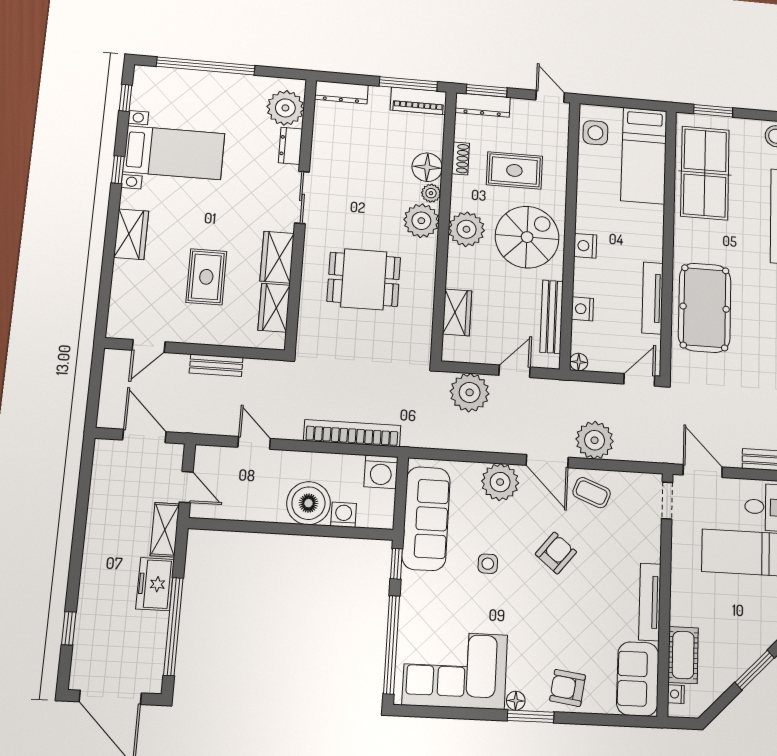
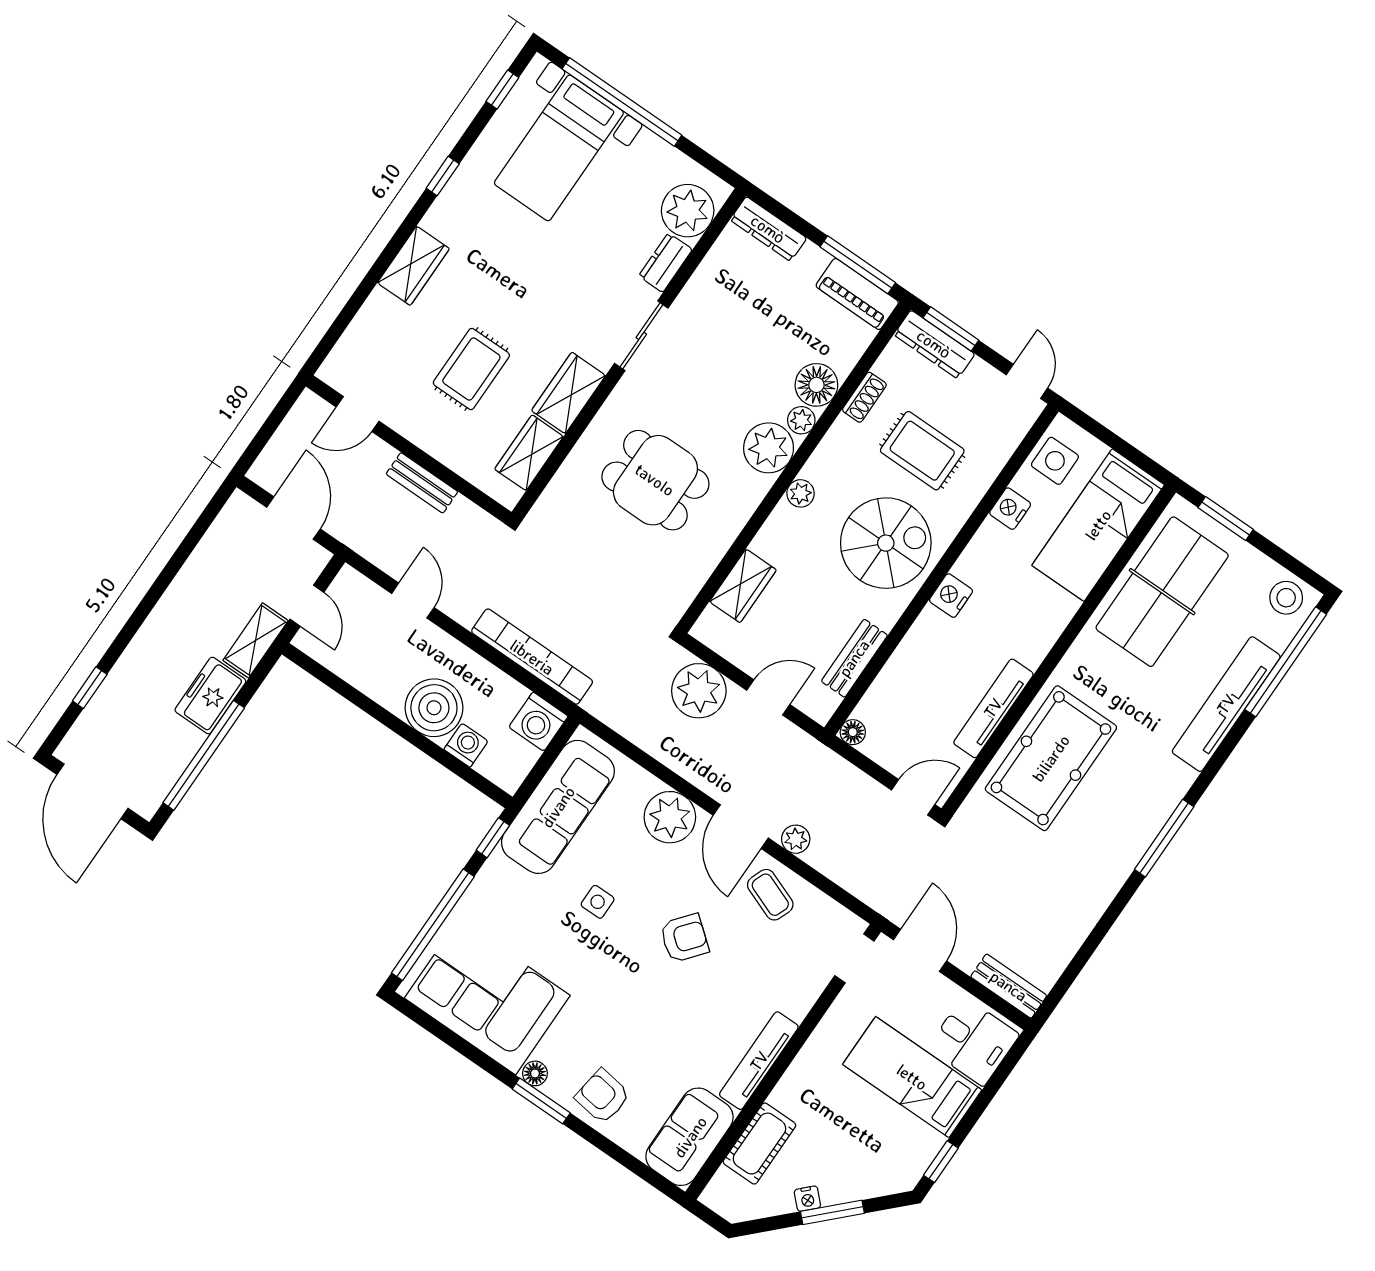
bed with nightstands: (174, 153) -> (559, 148), moved, turned 90
plant: (466, 229) -> (801, 493), width x0.53, depth x0.53
nightstand: (582, 309) -> (1010, 509), moved
bench: (552, 317) -> (854, 658), width x0.73
plant: (595, 440) -> (796, 839), width x0.53, depth x0.53
nightstand: (676, 694) -> (807, 1199), moved, turned -135

